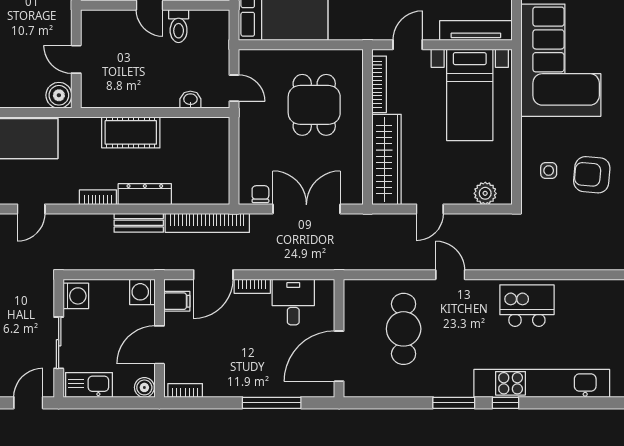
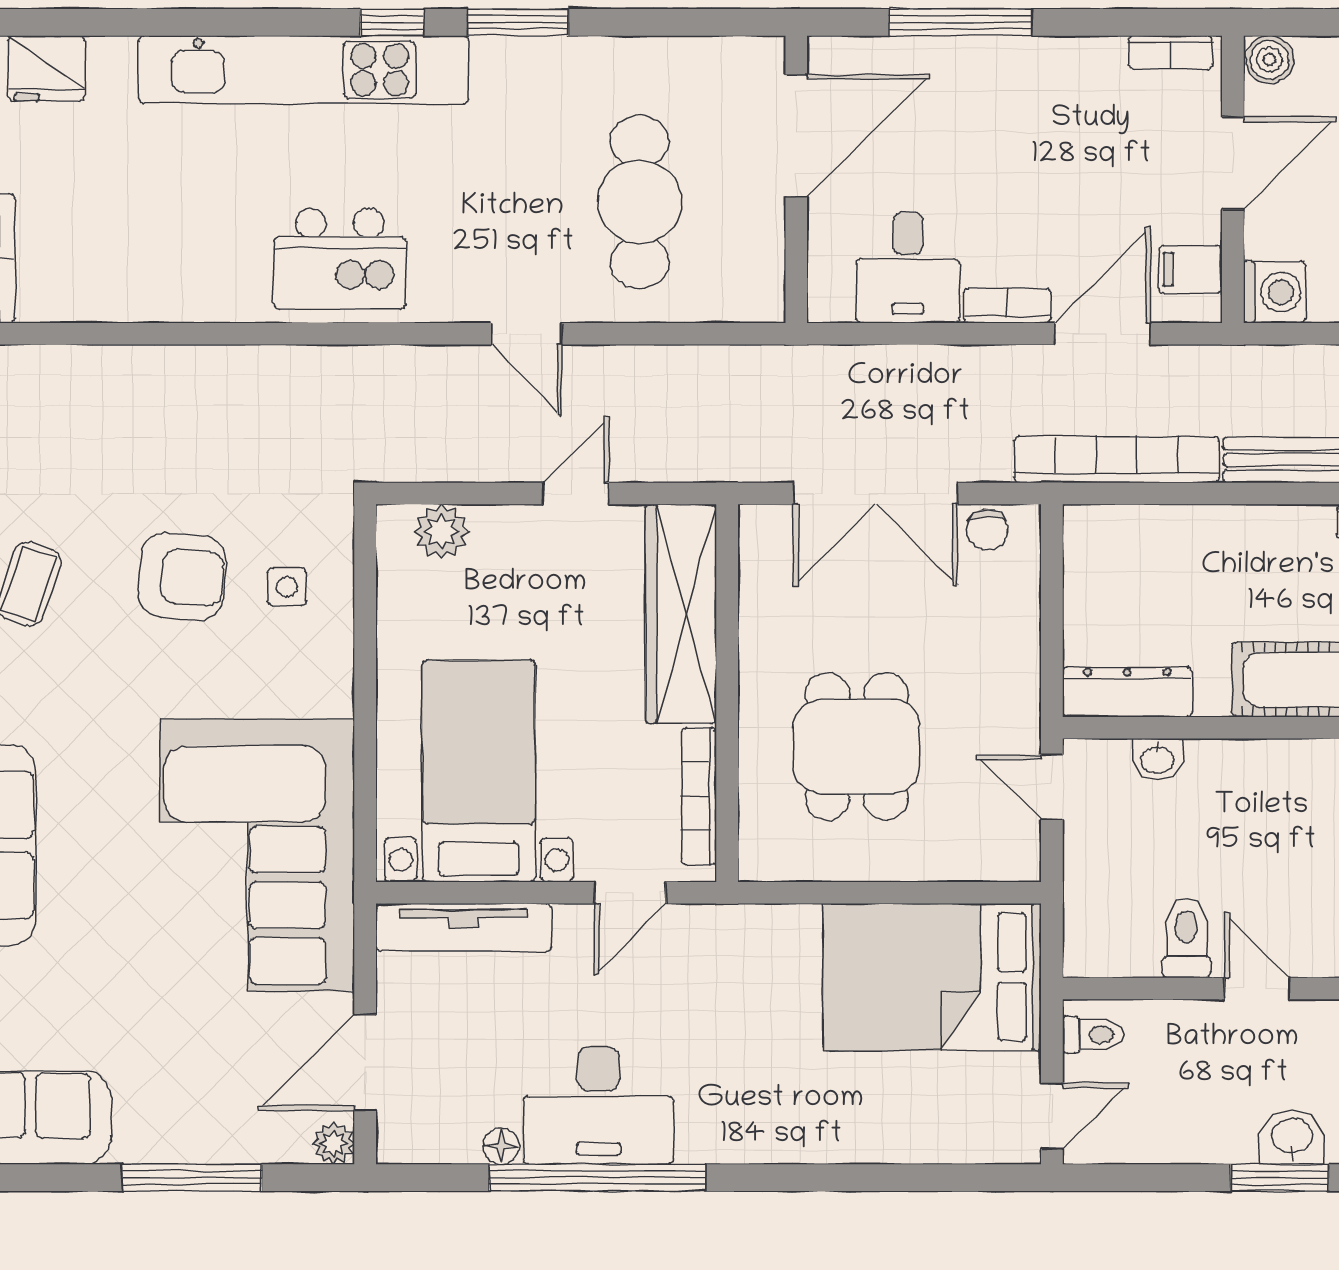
dresser: (145, 194) -> (1127, 692), moved, turned 180

